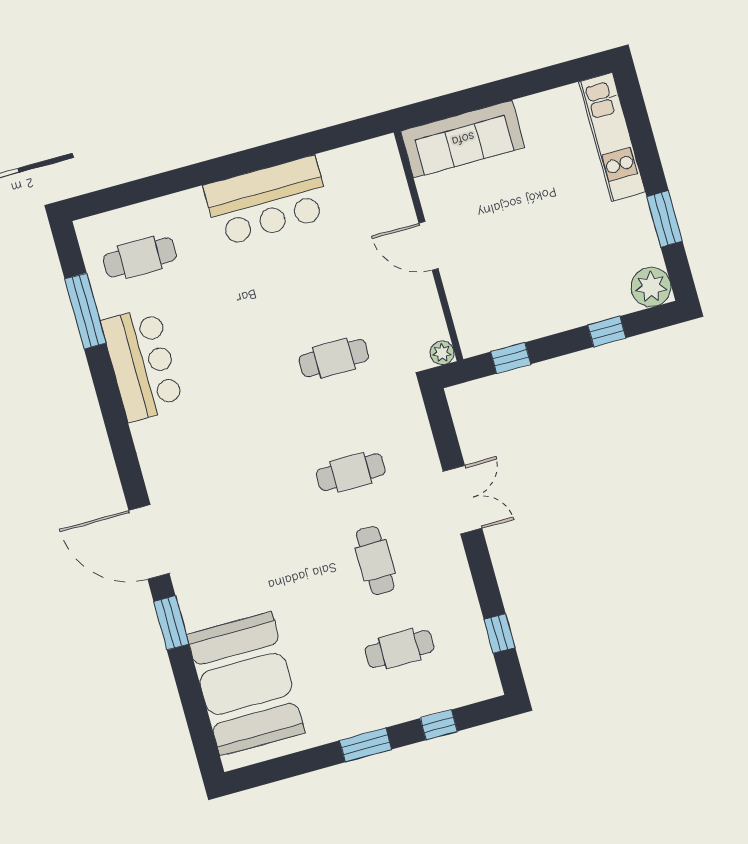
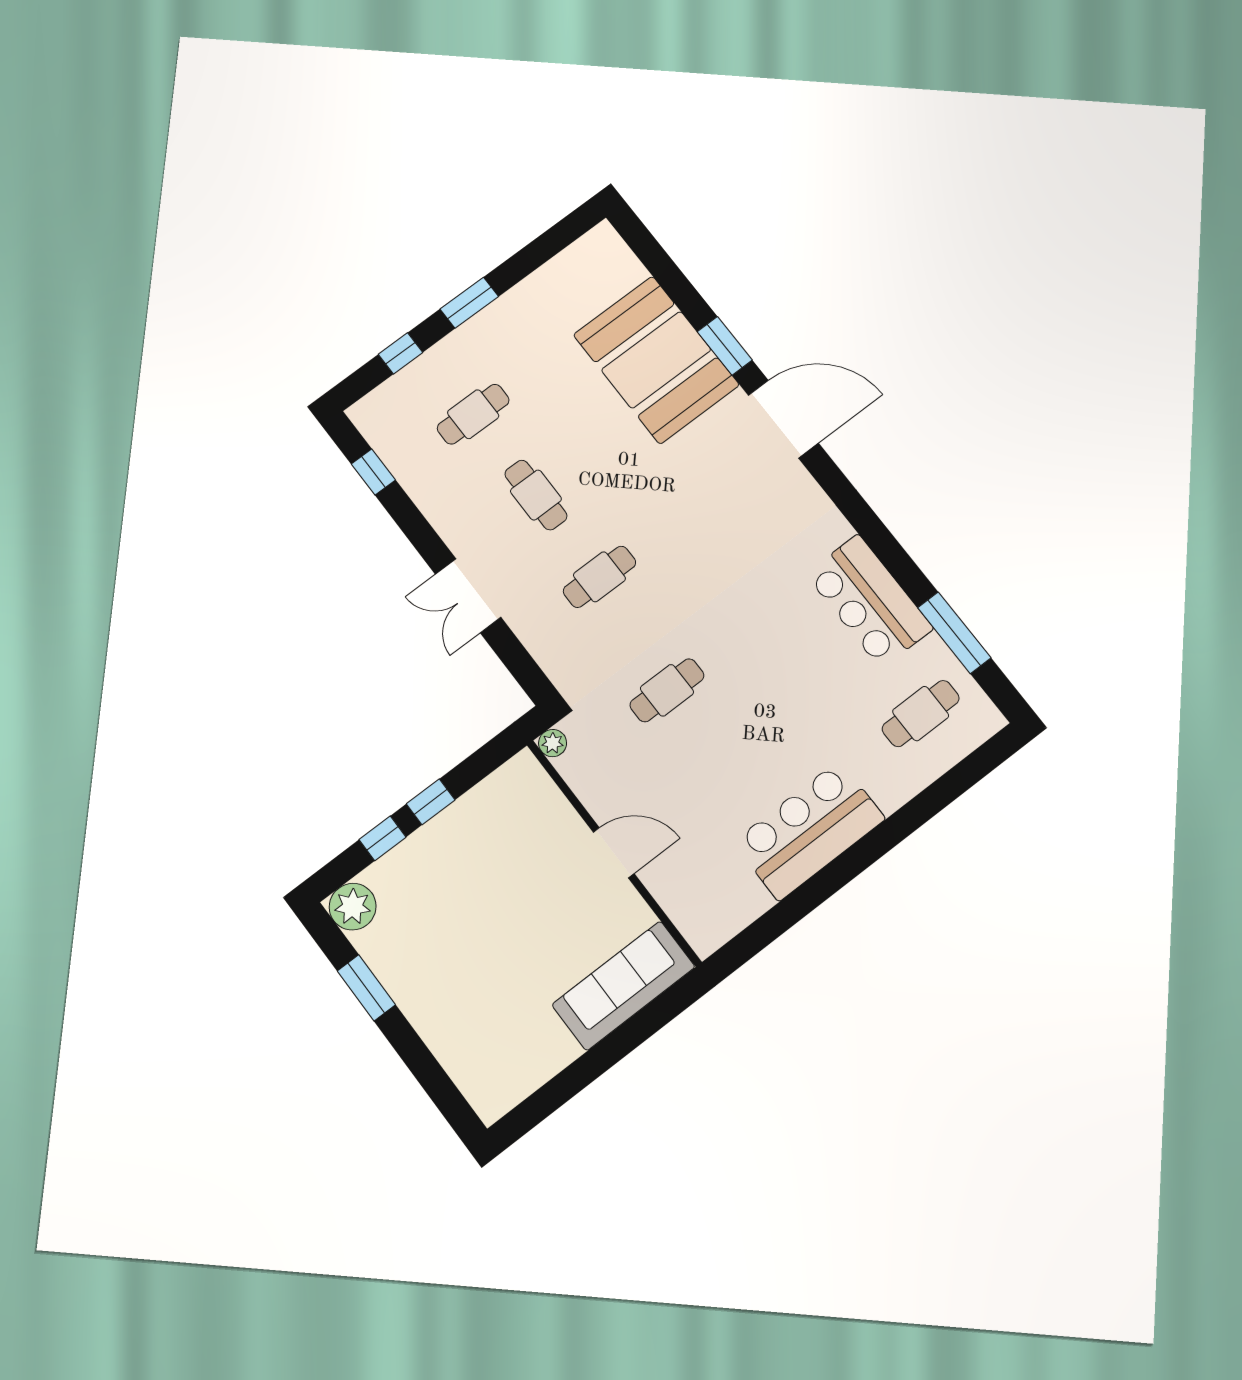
kitchen unit: (612, 137) -> (460, 1056), removed
window: (511, 358) -> (431, 802), moved
booth: (246, 684) -> (656, 360), moved

